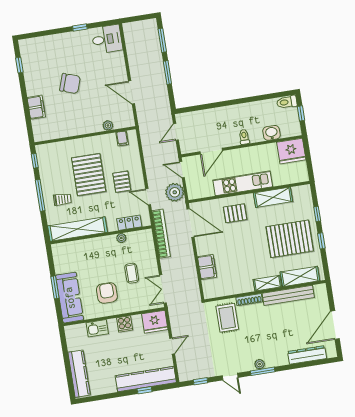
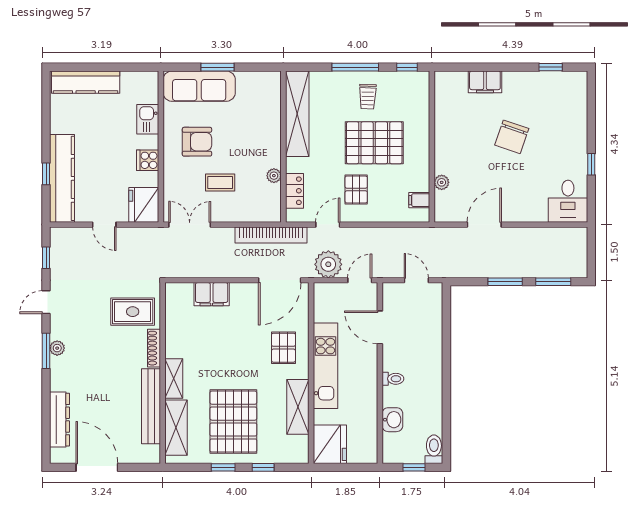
fridge: (291, 151) -> (330, 444), moved, turned 180
pallet: (122, 182) -> (356, 189), turned 90
trolley: (62, 199) -> (368, 97), moved

